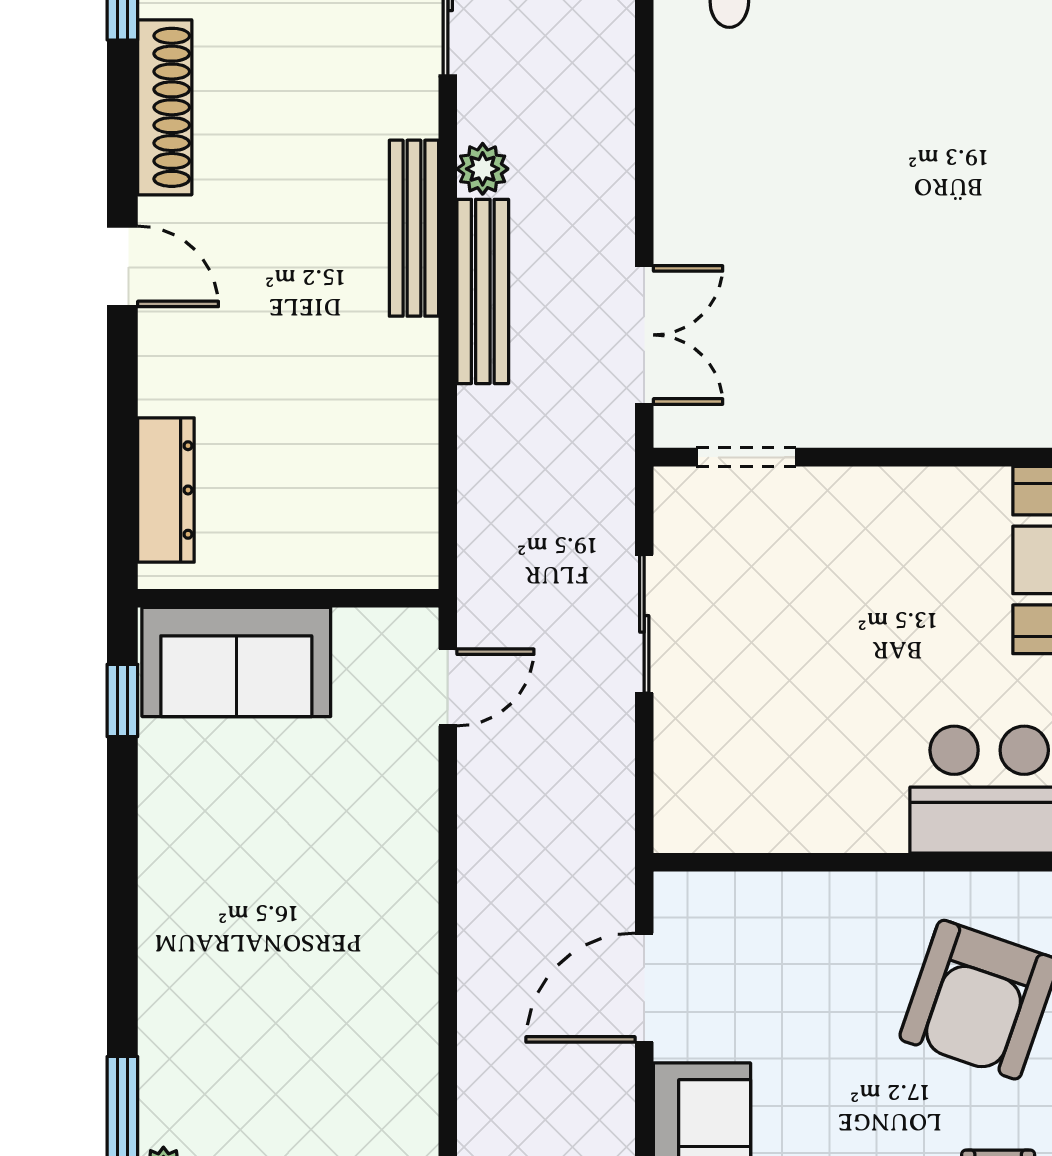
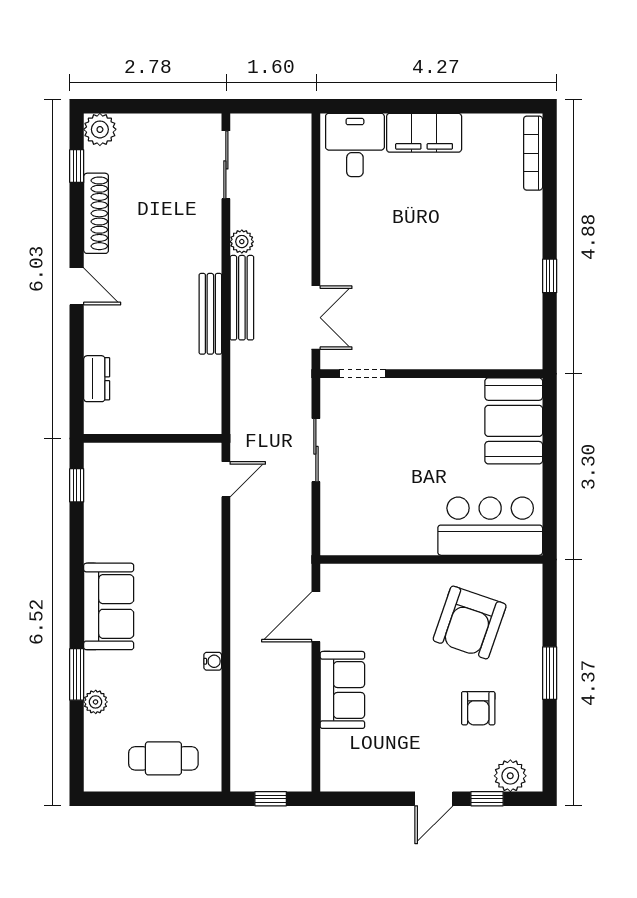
bench: (414, 228) -> (210, 314), moved
dresser: (166, 490) -> (97, 379), width x0.70
sofa: (236, 662) -> (109, 606), moved, turned -90
water cooler: (419, 1084) -> (213, 661), added

